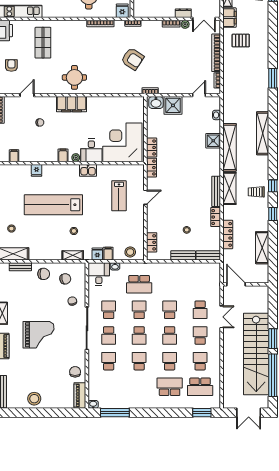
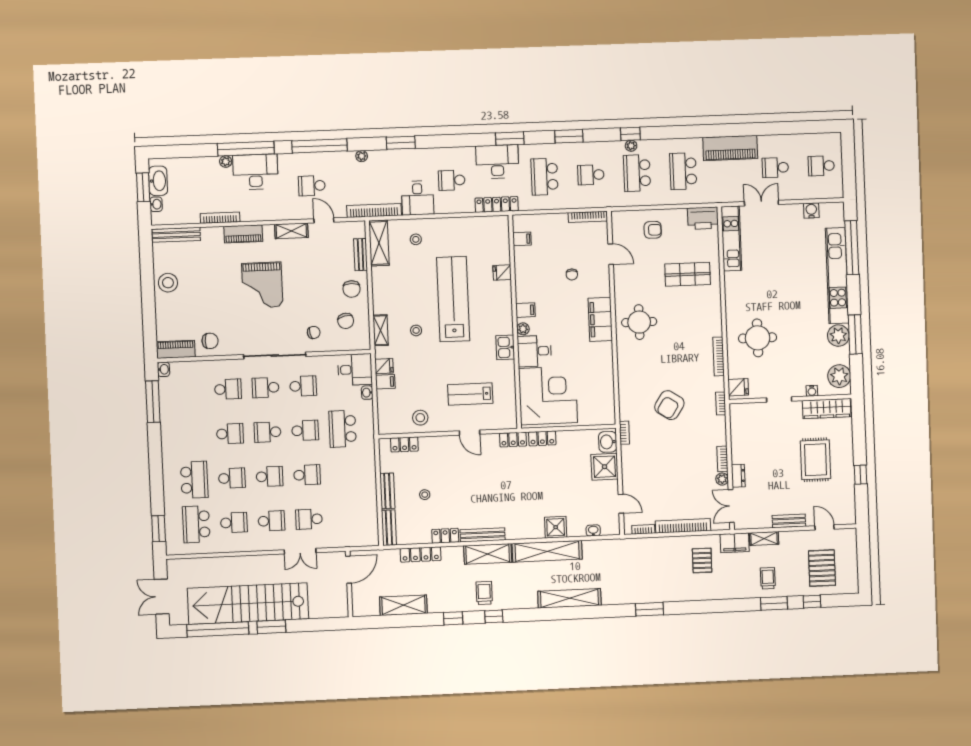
stool: (130, 252) -> (420, 418), moved
school desk: (170, 335) -> (269, 476), turned 180

